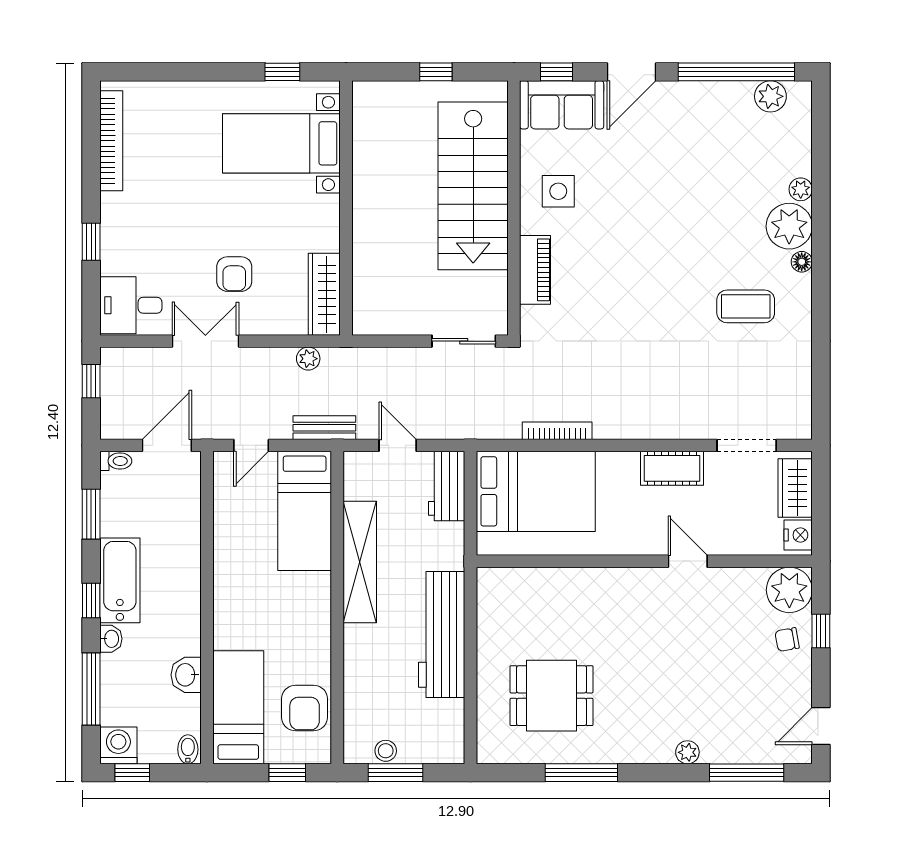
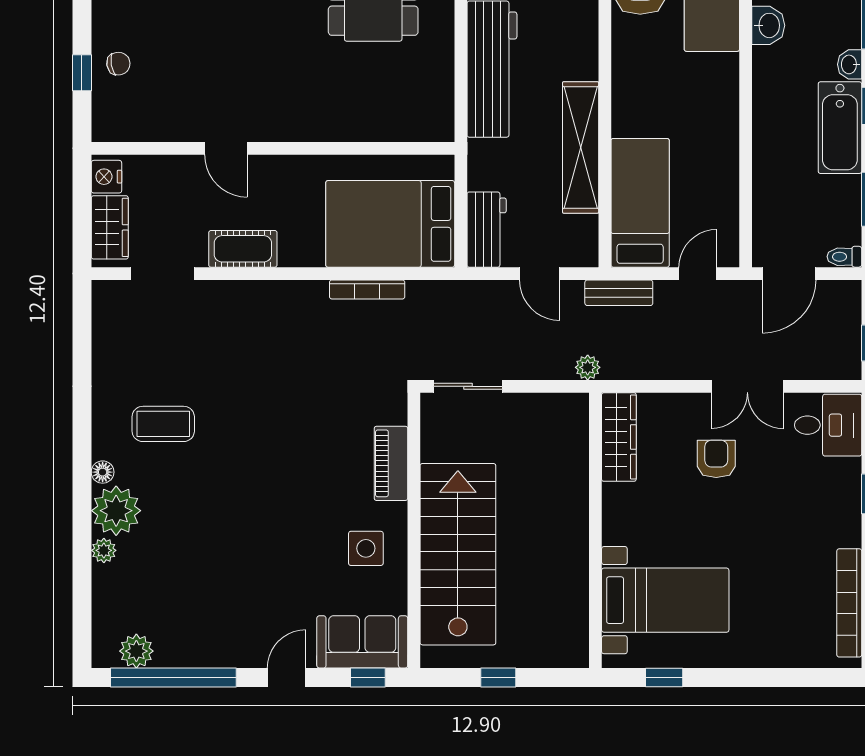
door: (631, 72) -> (287, 677), width x0.73
plant: (308, 359) -> (588, 367), moved
plant: (789, 590) -> (116, 117), removed

